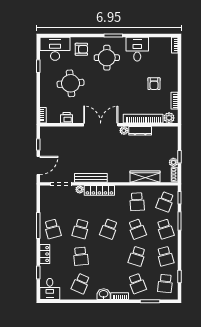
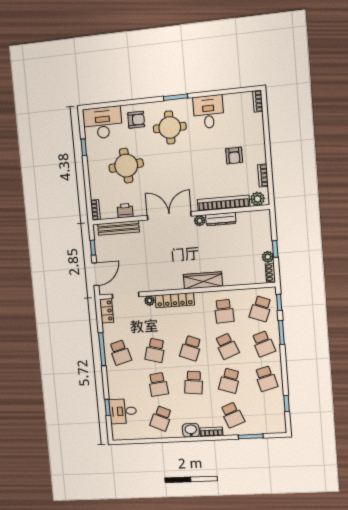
wardrobe: (145, 177) -> (203, 280), moved
bench: (91, 178) -> (118, 228), moved
locker: (45, 254) -> (107, 311), moved
school desk: (165, 283) -> (194, 383), moved
desk: (50, 289) -> (123, 411), moved, turned 90

